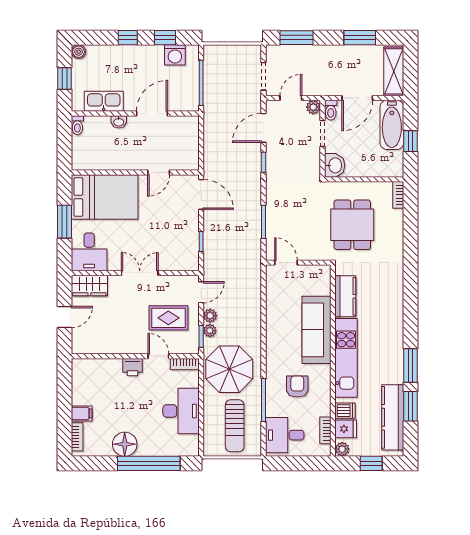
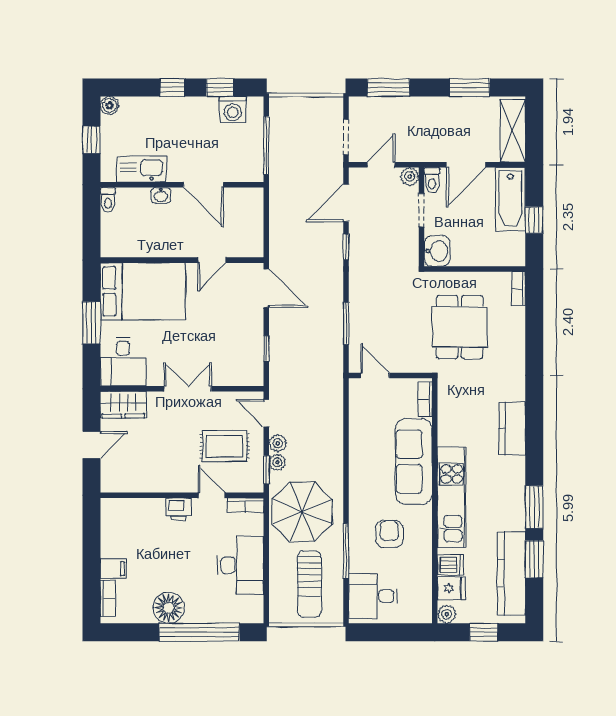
door: (152, 114) -> (203, 185), swing flipped
door: (201, 292) -> (266, 413), swing flipped
kitchen counter: (345, 296) -> (512, 429), moved, turned 180
bookcase: (325, 430) -> (425, 399), moved

